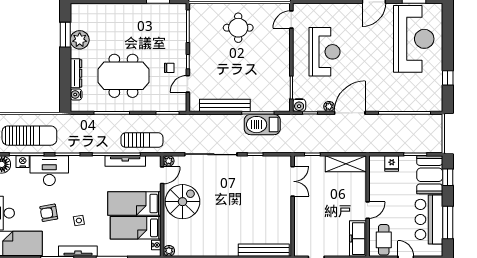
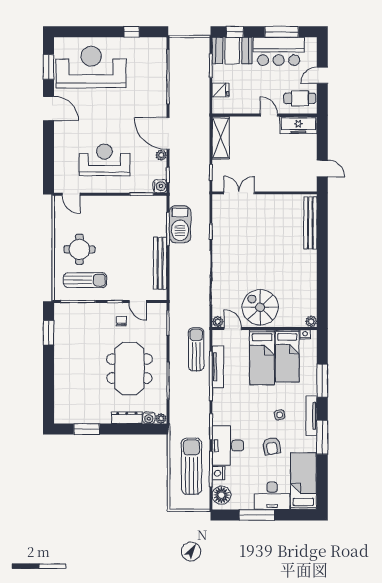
sun lounger: (209, 33) -> (85, 280), added
plant: (80, 40) -> (161, 419), moved, width x0.53, depth x0.53

